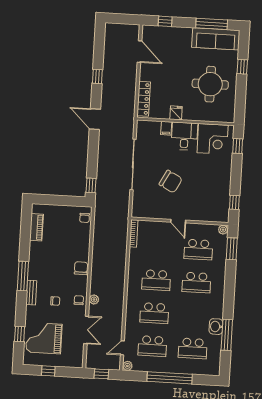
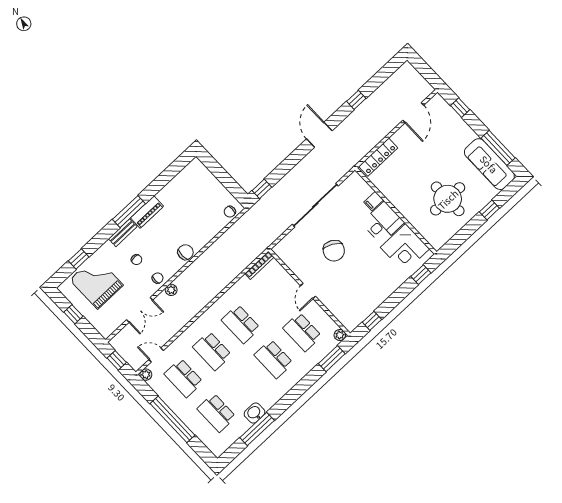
fridge: (176, 113) -> (395, 196), removed
piano: (36, 227) -> (147, 212), moved

